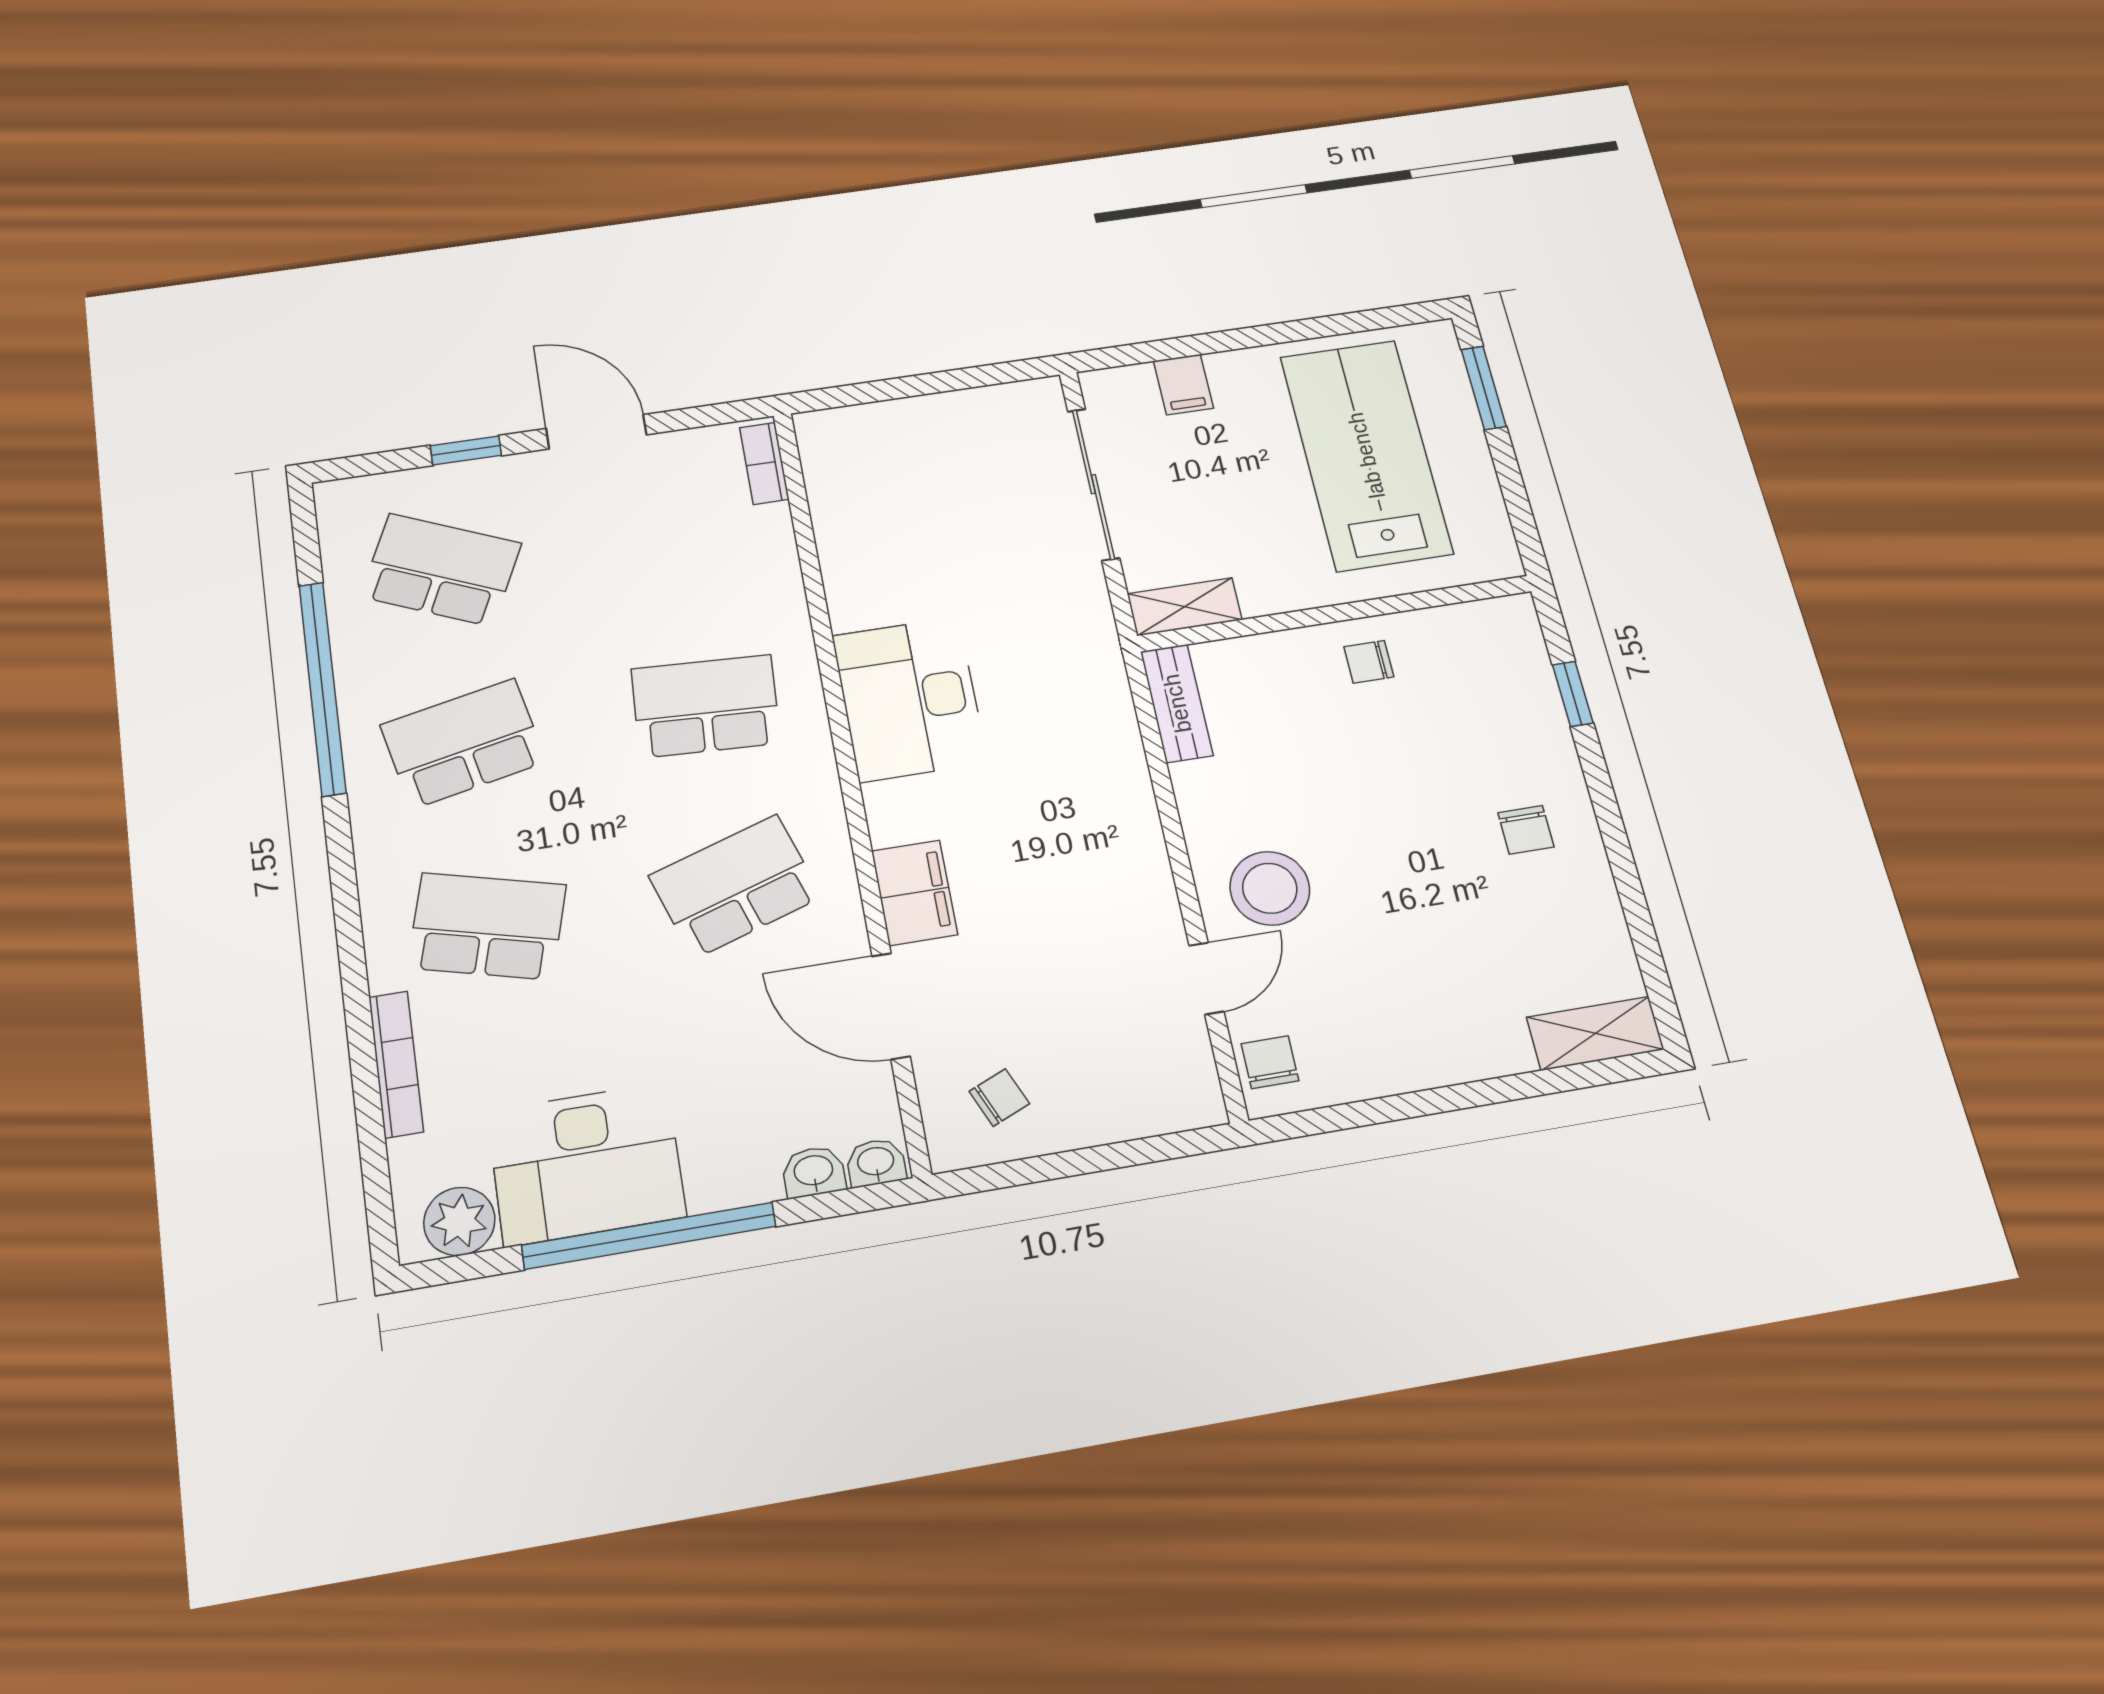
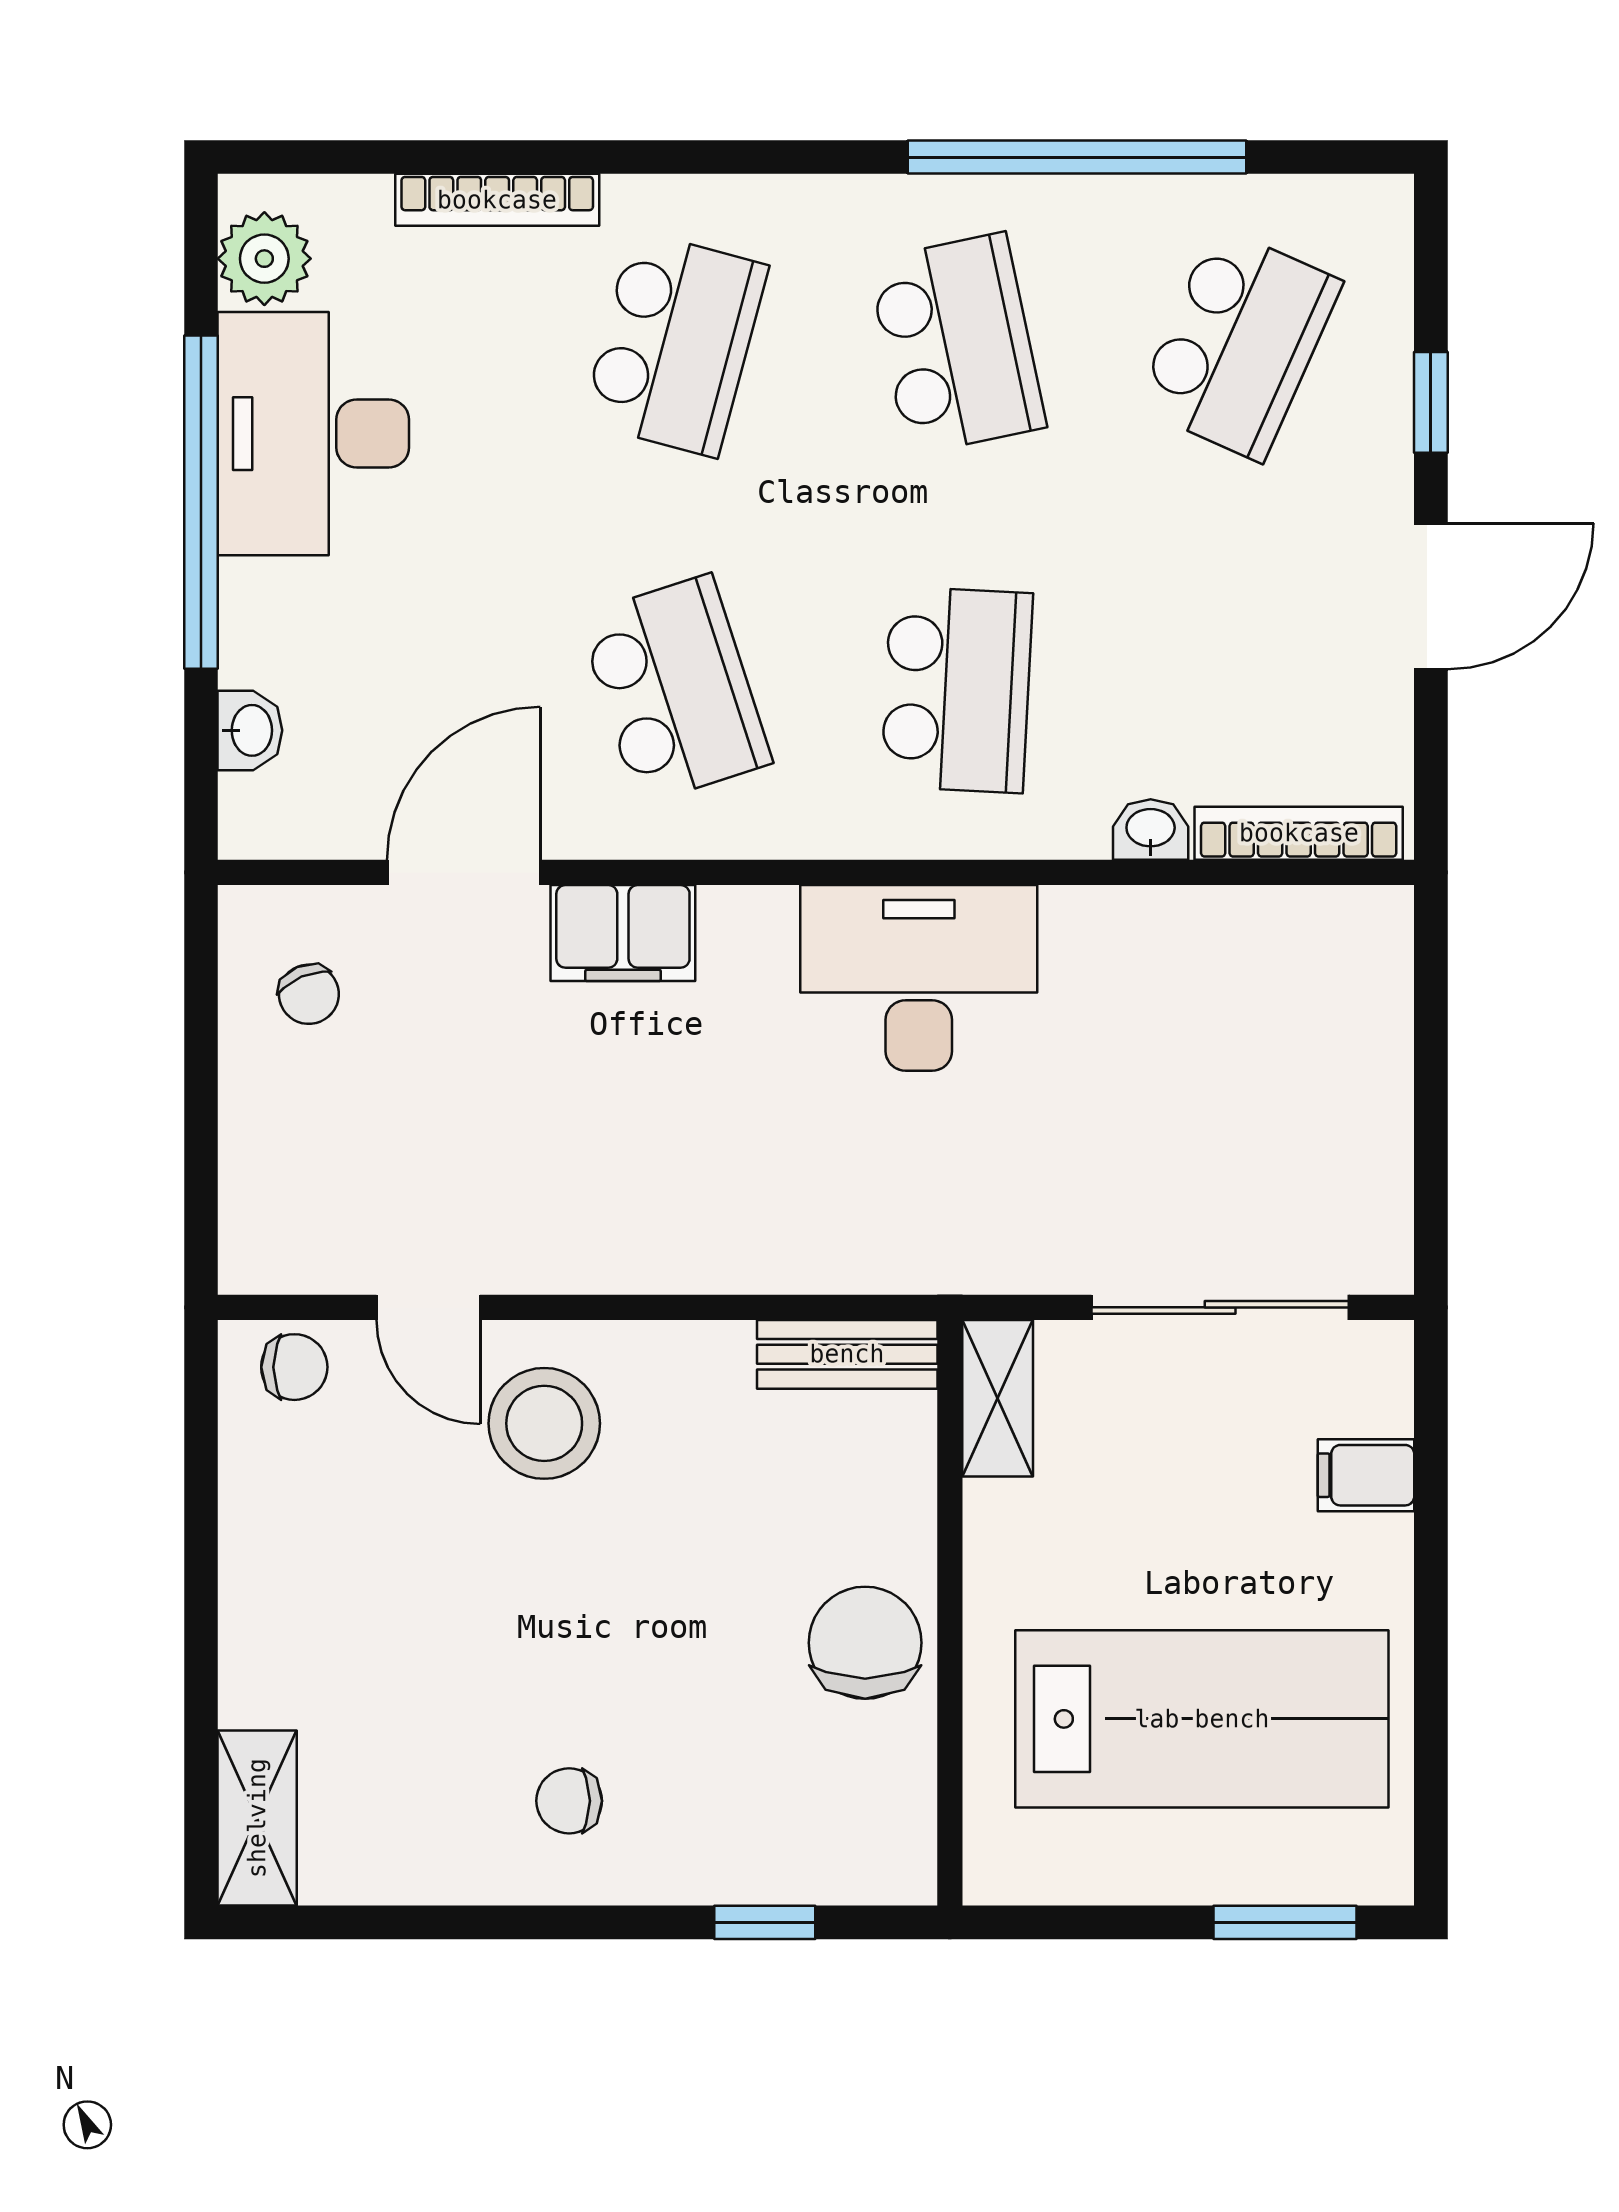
bookcase: (764, 463) -> (1299, 833), width x1.56
chair: (1369, 662) -> (865, 1643), width x1.87, depth x1.87
washbasin: (876, 1162) -> (1151, 829), moved, turned -90

